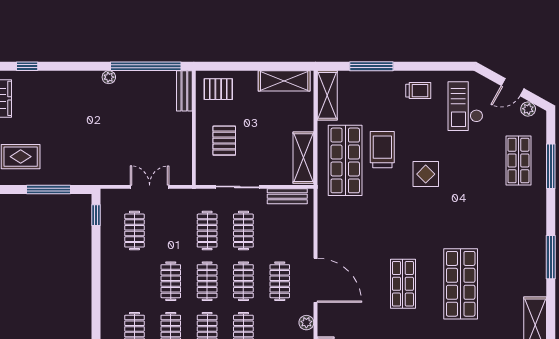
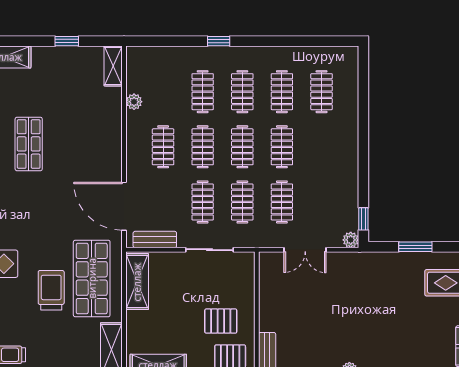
pallet: (224, 141) -> (221, 321), moved, turned 90
trolley: (382, 150) -> (51, 290), turned 180
window: (48, 190) -> (415, 247), width x0.69
plant: (108, 196) -> (351, 240), added
clothes rail: (134, 231) -> (282, 202), moved
door: (315, 280) -> (124, 206), moved

